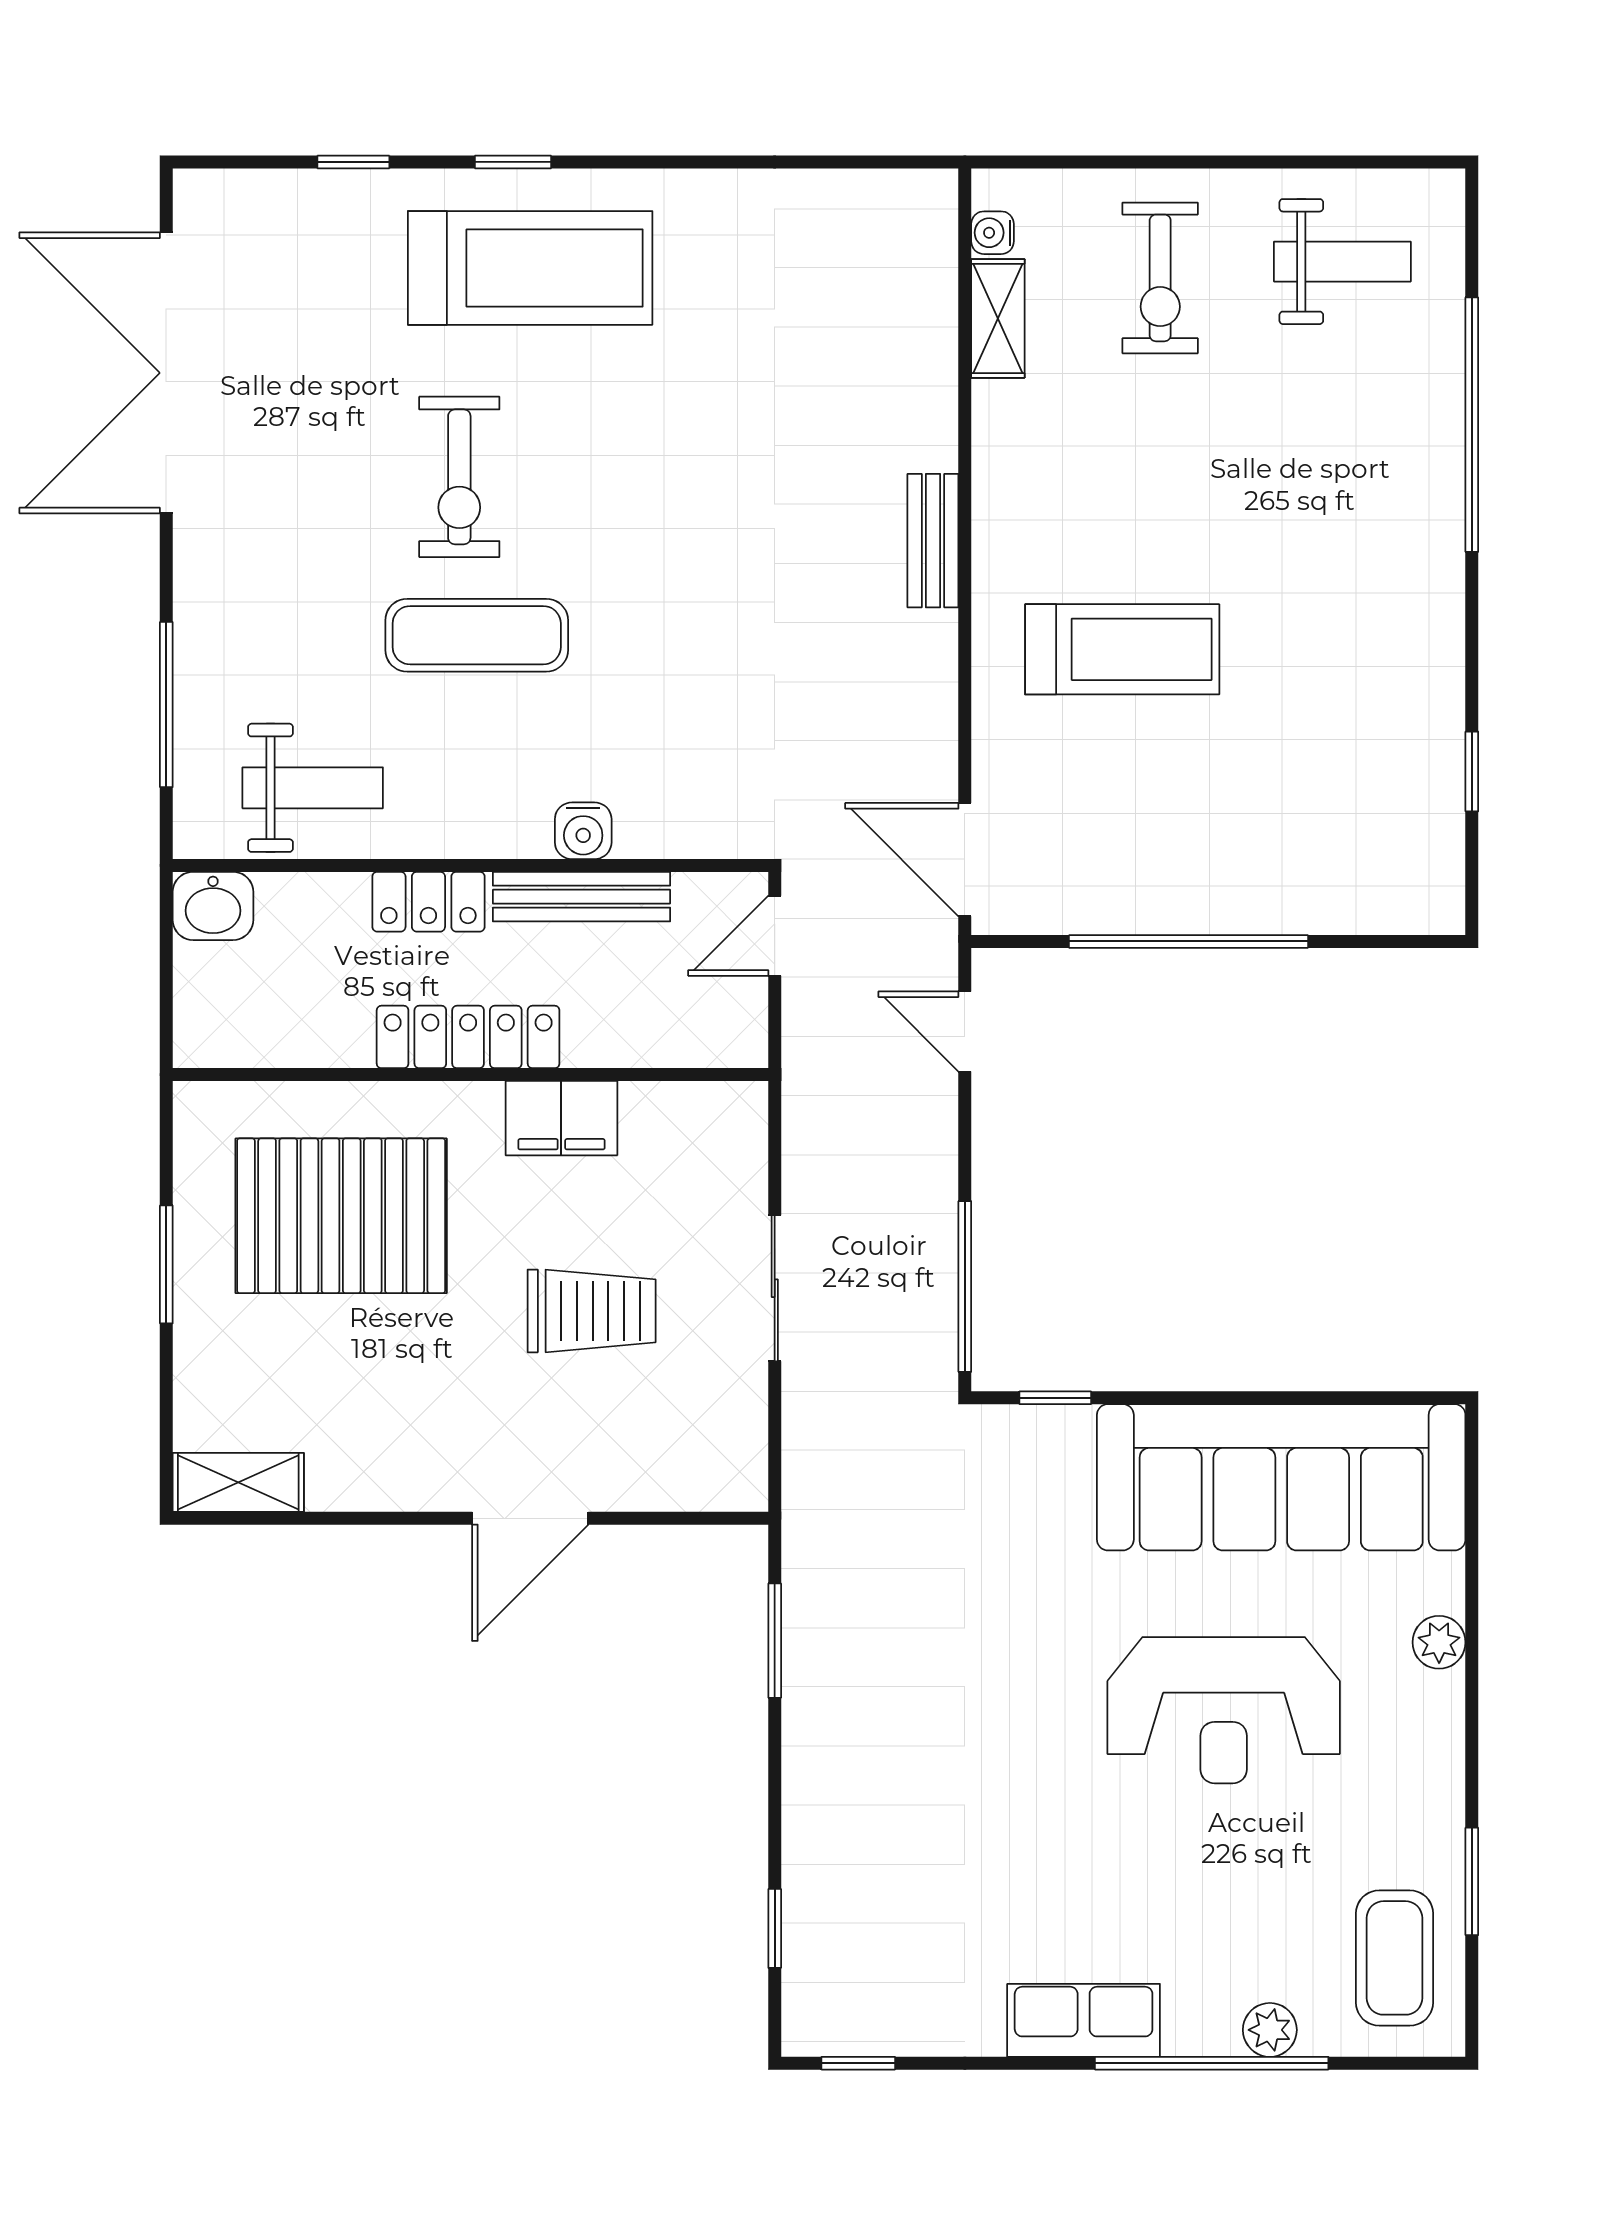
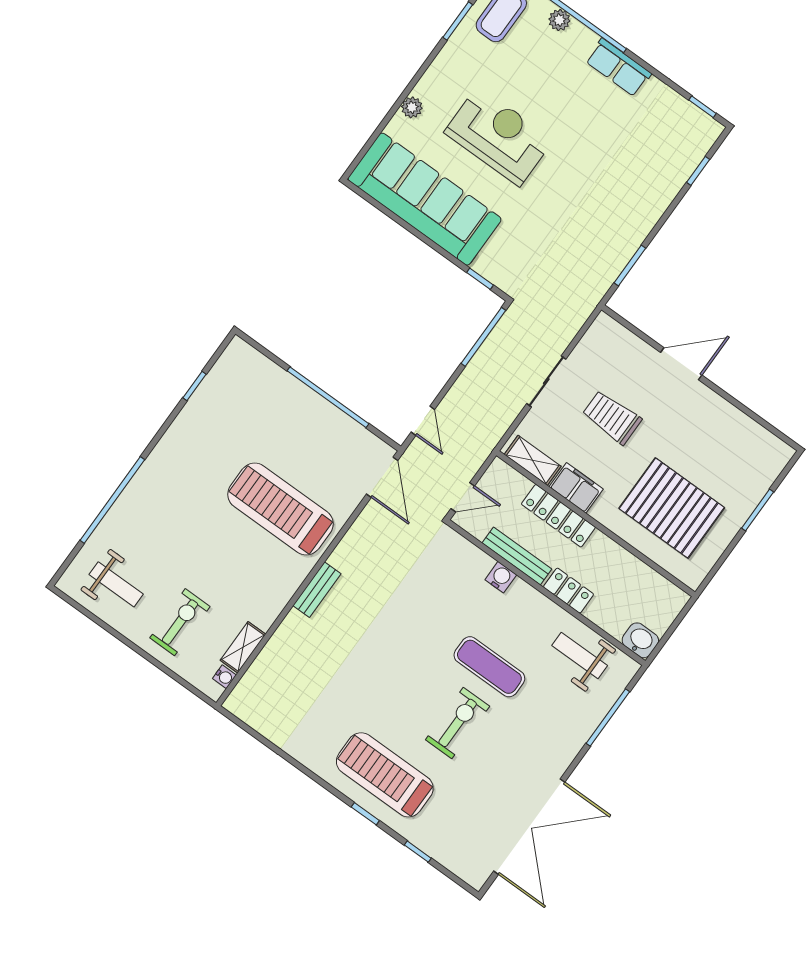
weight bench: (1342, 262) -> (116, 584), turned 180
treadmill: (1122, 649) -> (281, 509), width x1.37, depth x1.38
locker: (468, 1037) -> (558, 516), moved
window: (166, 1264) -> (758, 510), moved
shelving: (238, 1482) -> (533, 460), moved

